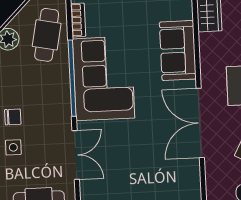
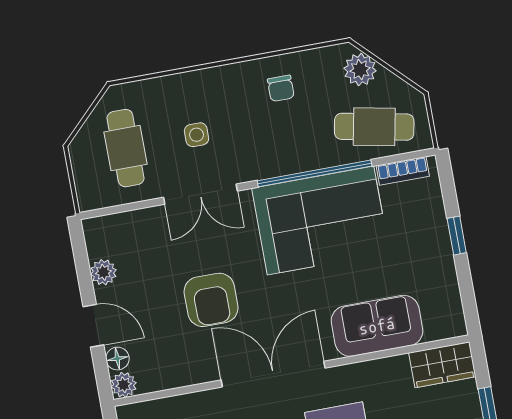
chair: (13, 117) -> (281, 88), moved
side table: (13, 147) -> (197, 135), moved
armchair: (146, 157) -> (211, 300), added

